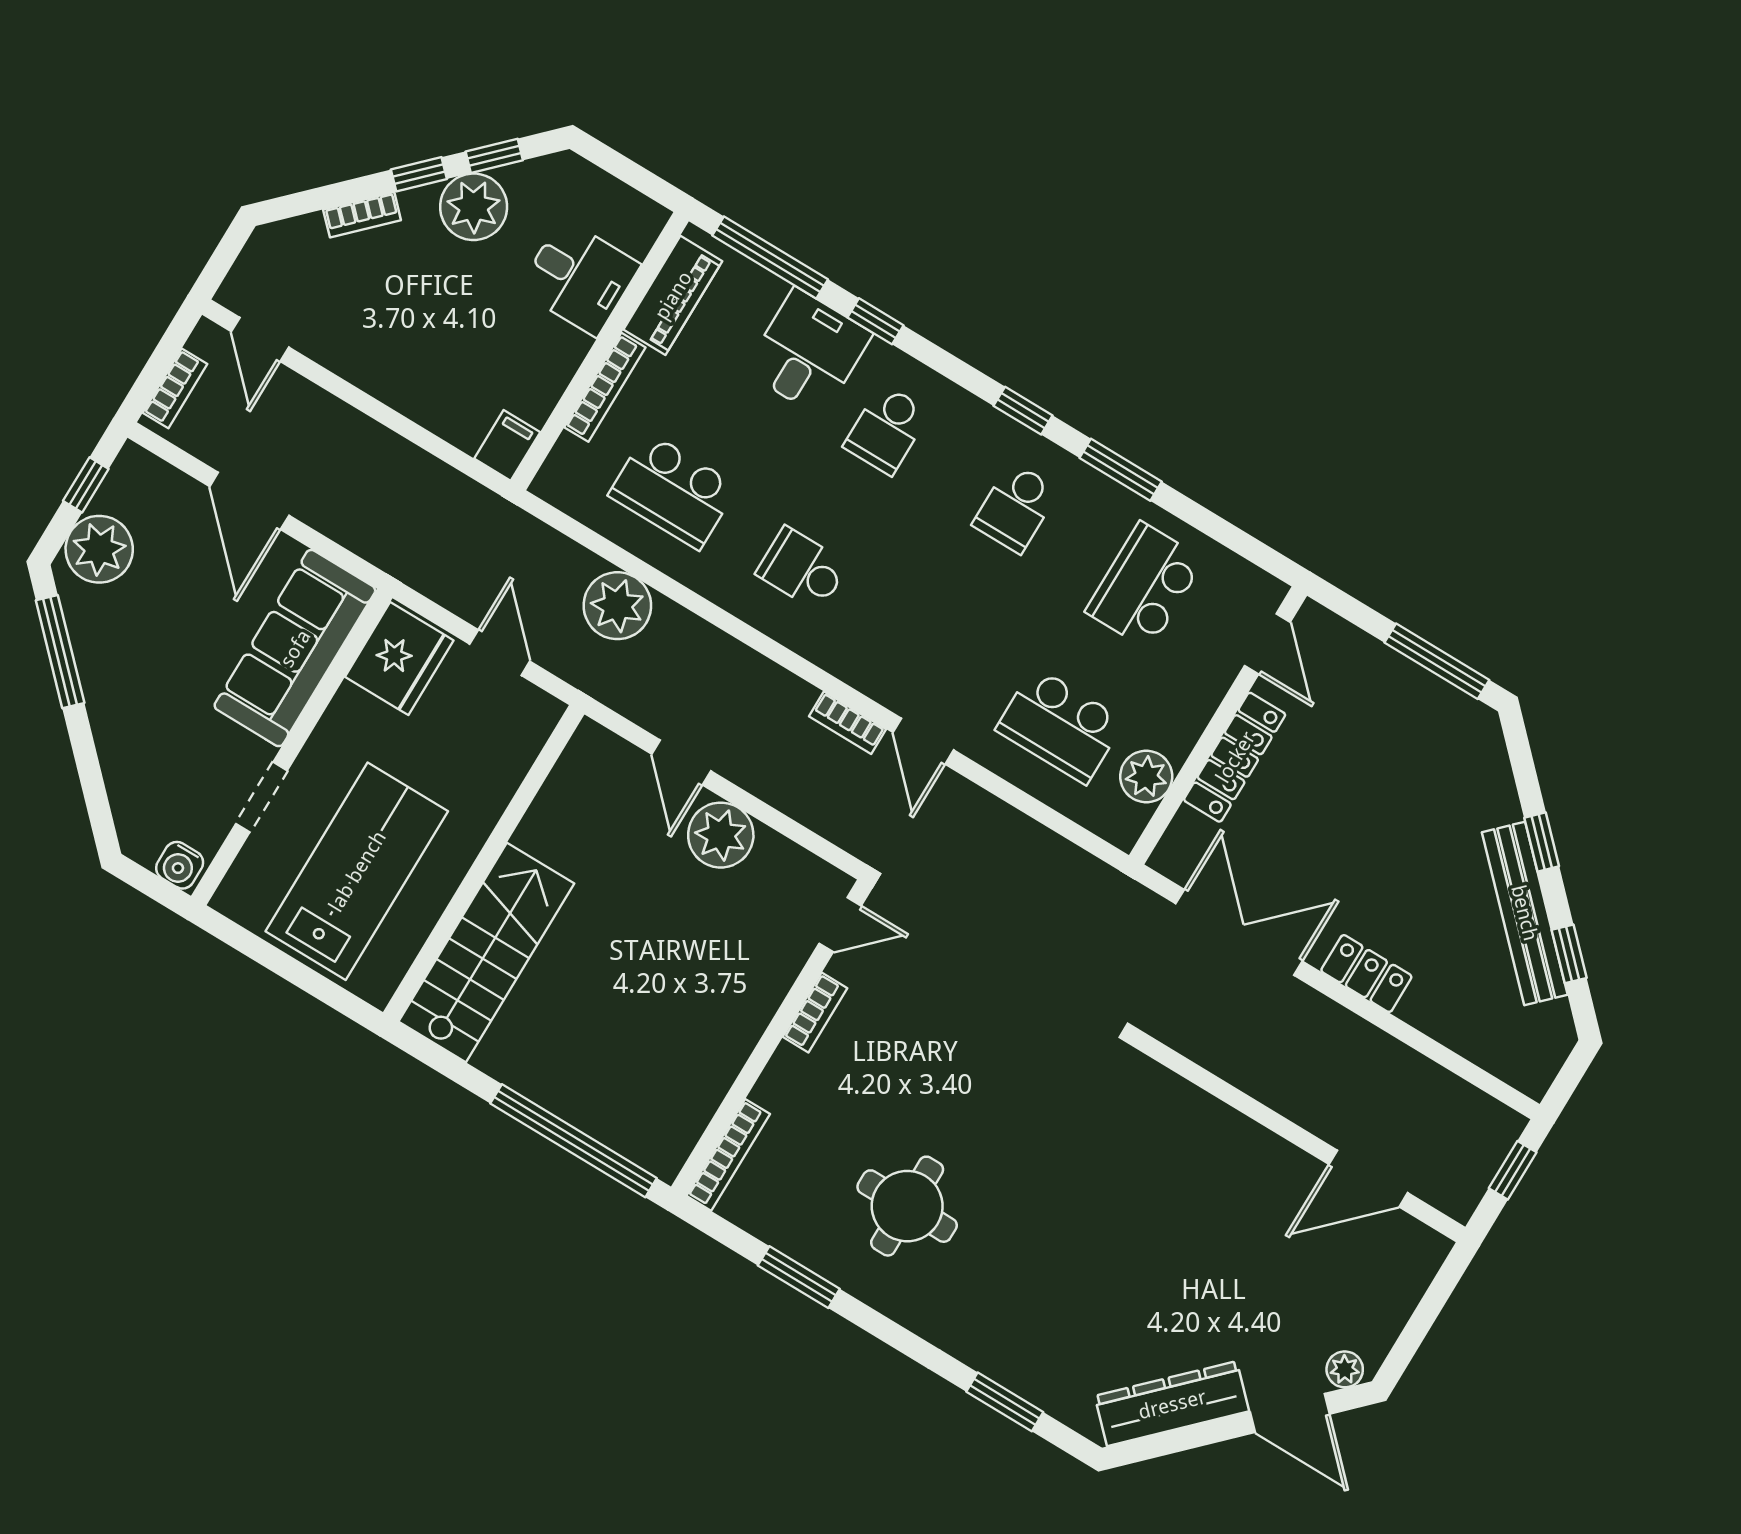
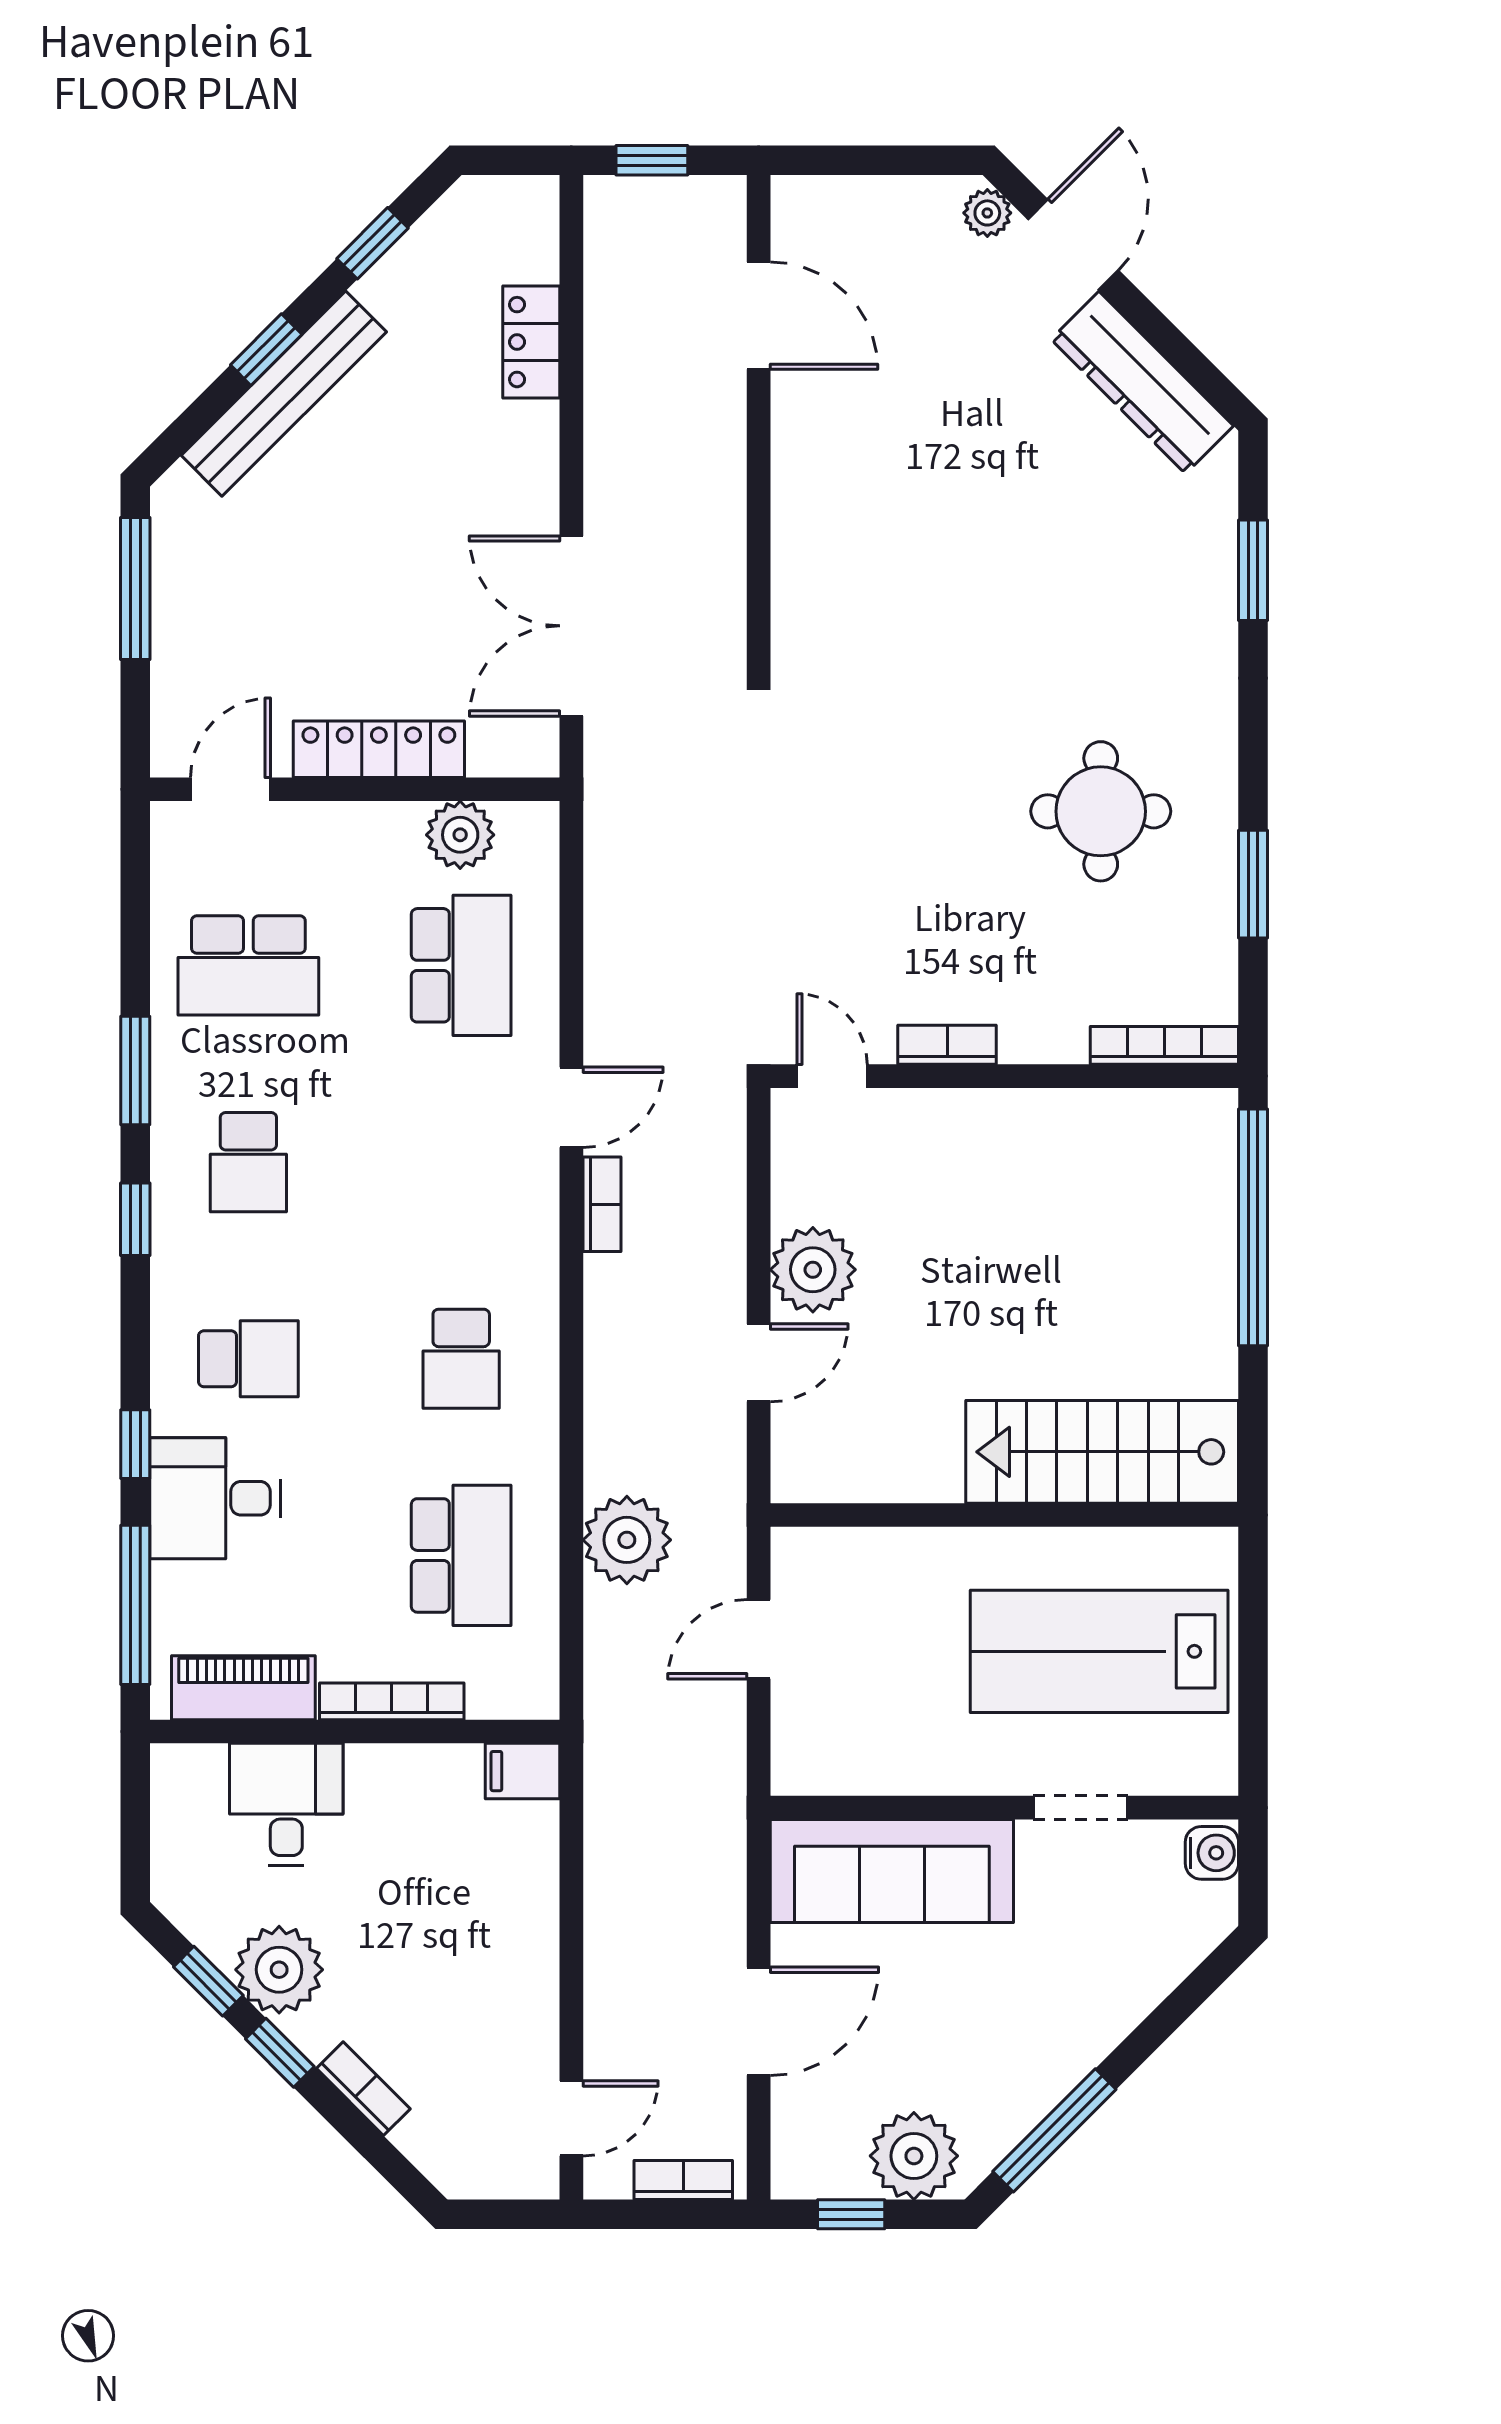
school desk: (1016, 508) -> (248, 1162), turned 90
fridge: (399, 659) -> (833, 1748), removed
bench: (1525, 913) -> (284, 394), moved
locker: (1366, 974) -> (531, 342), moved

